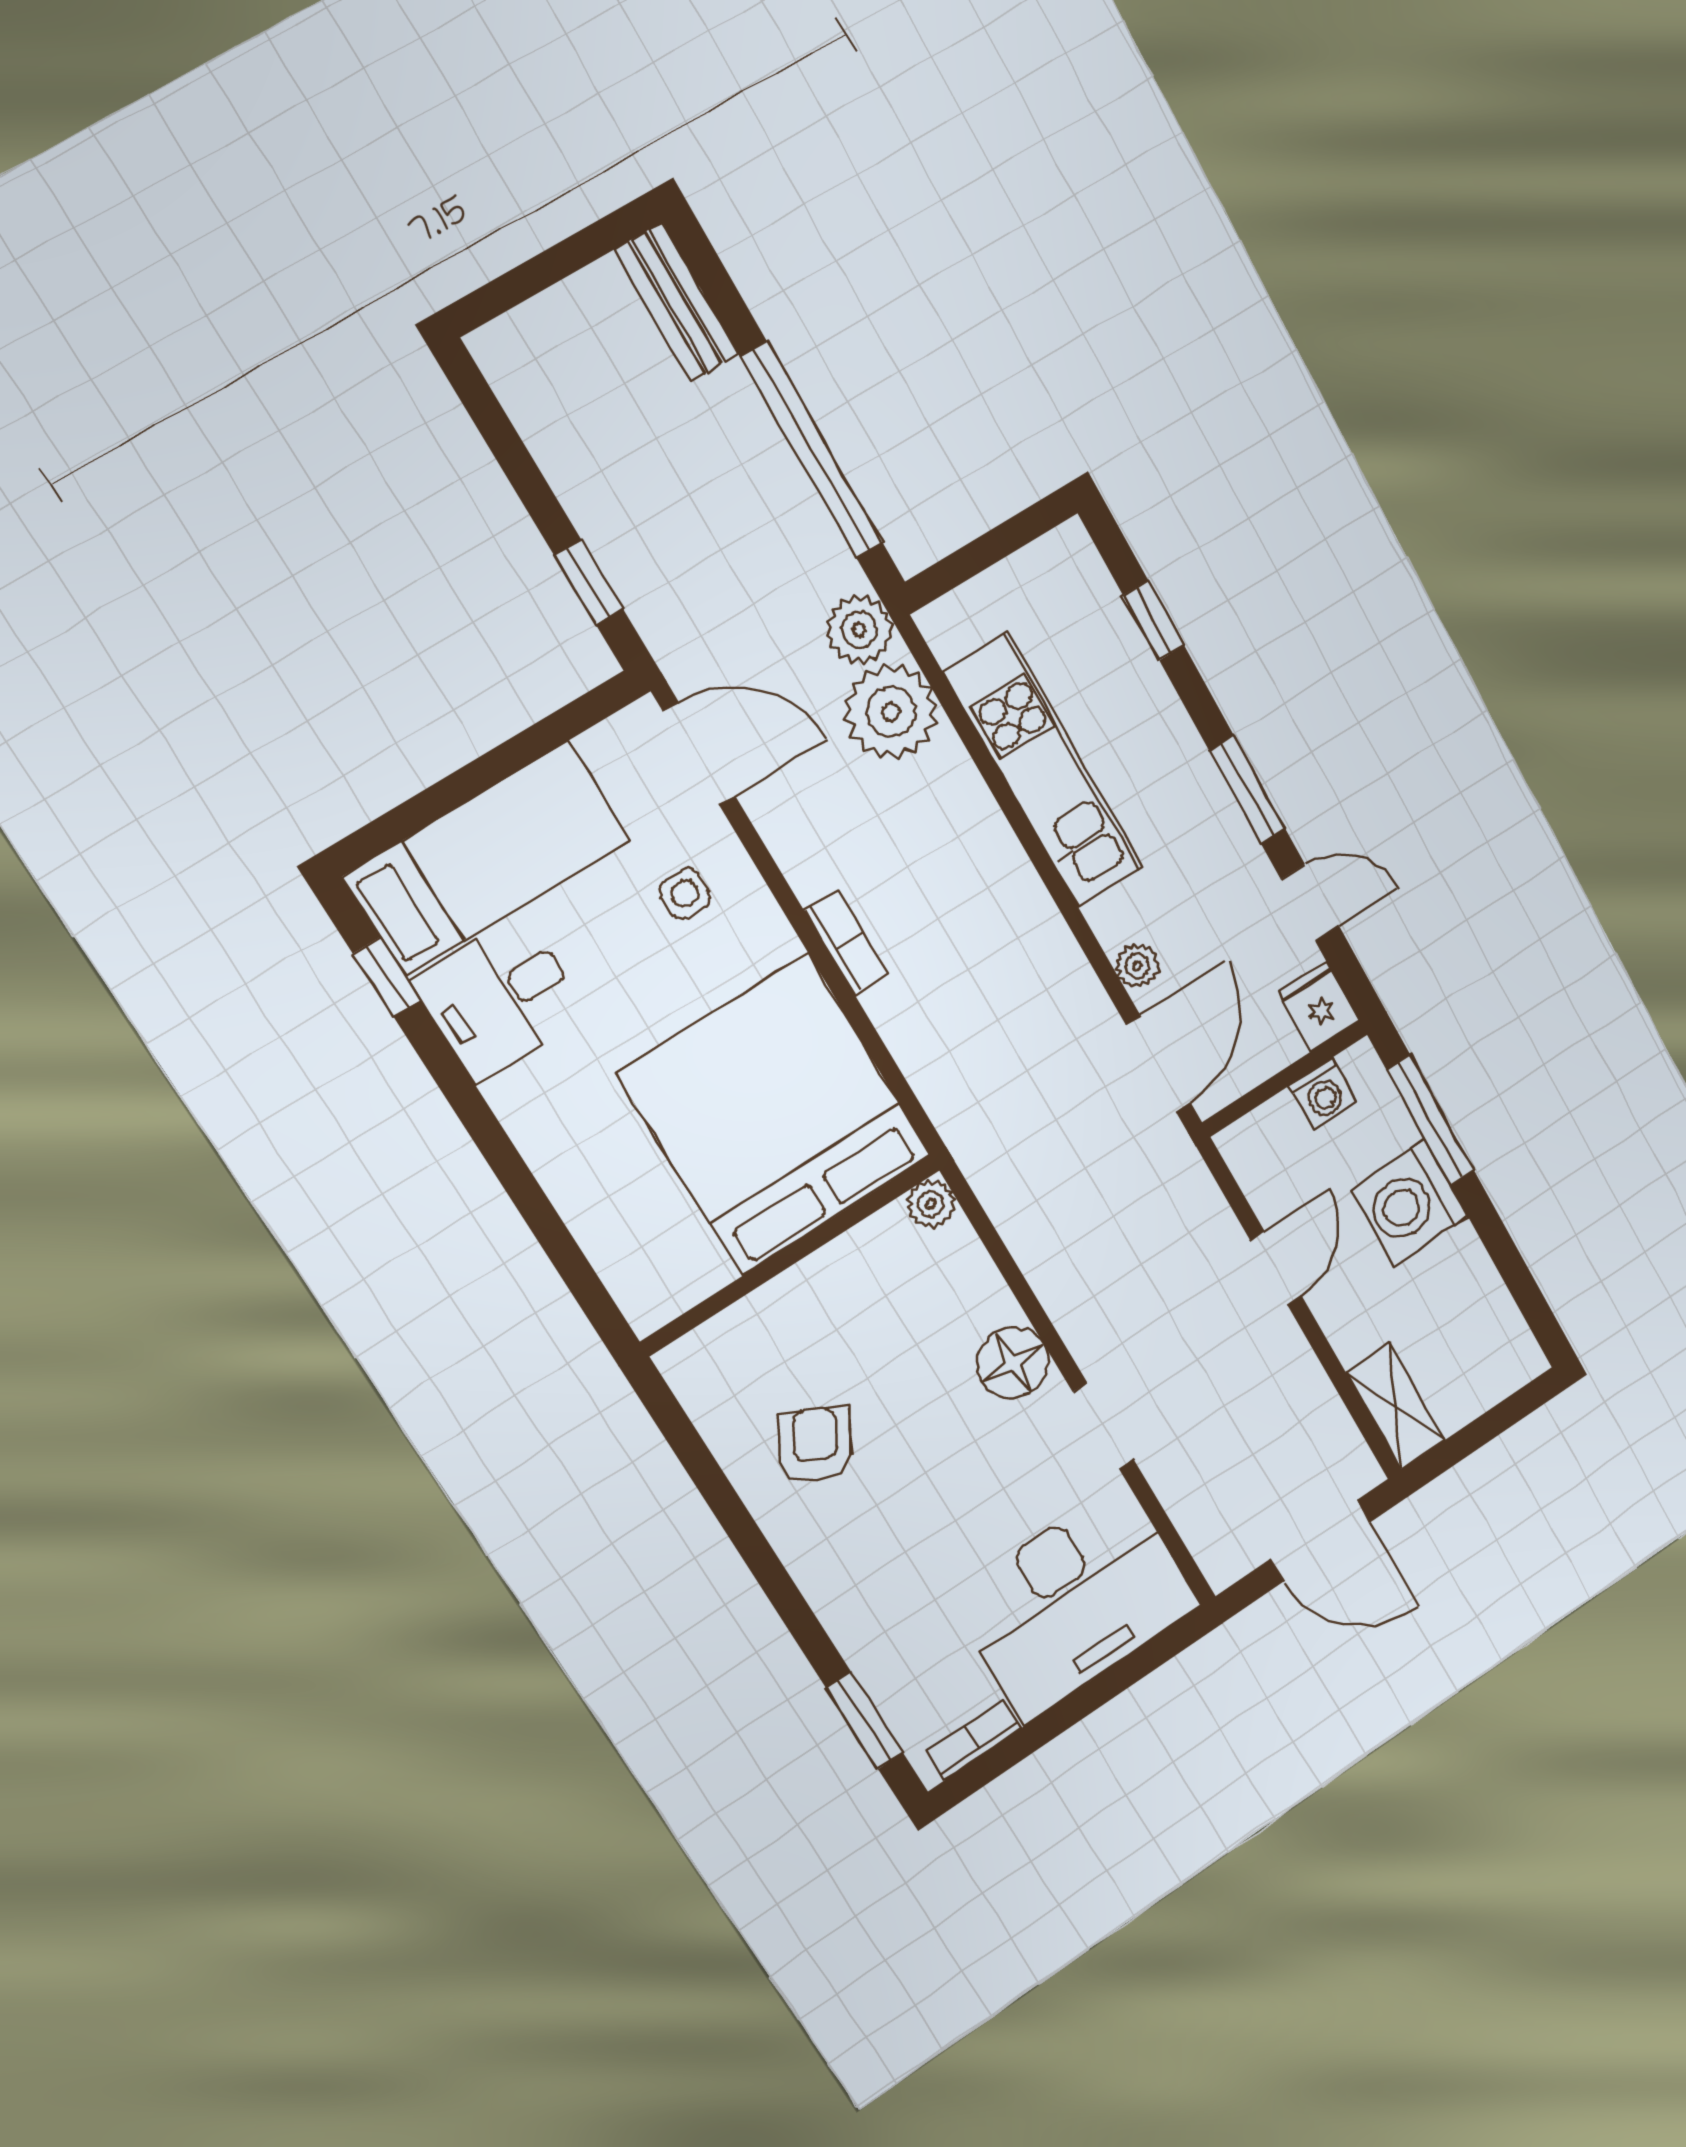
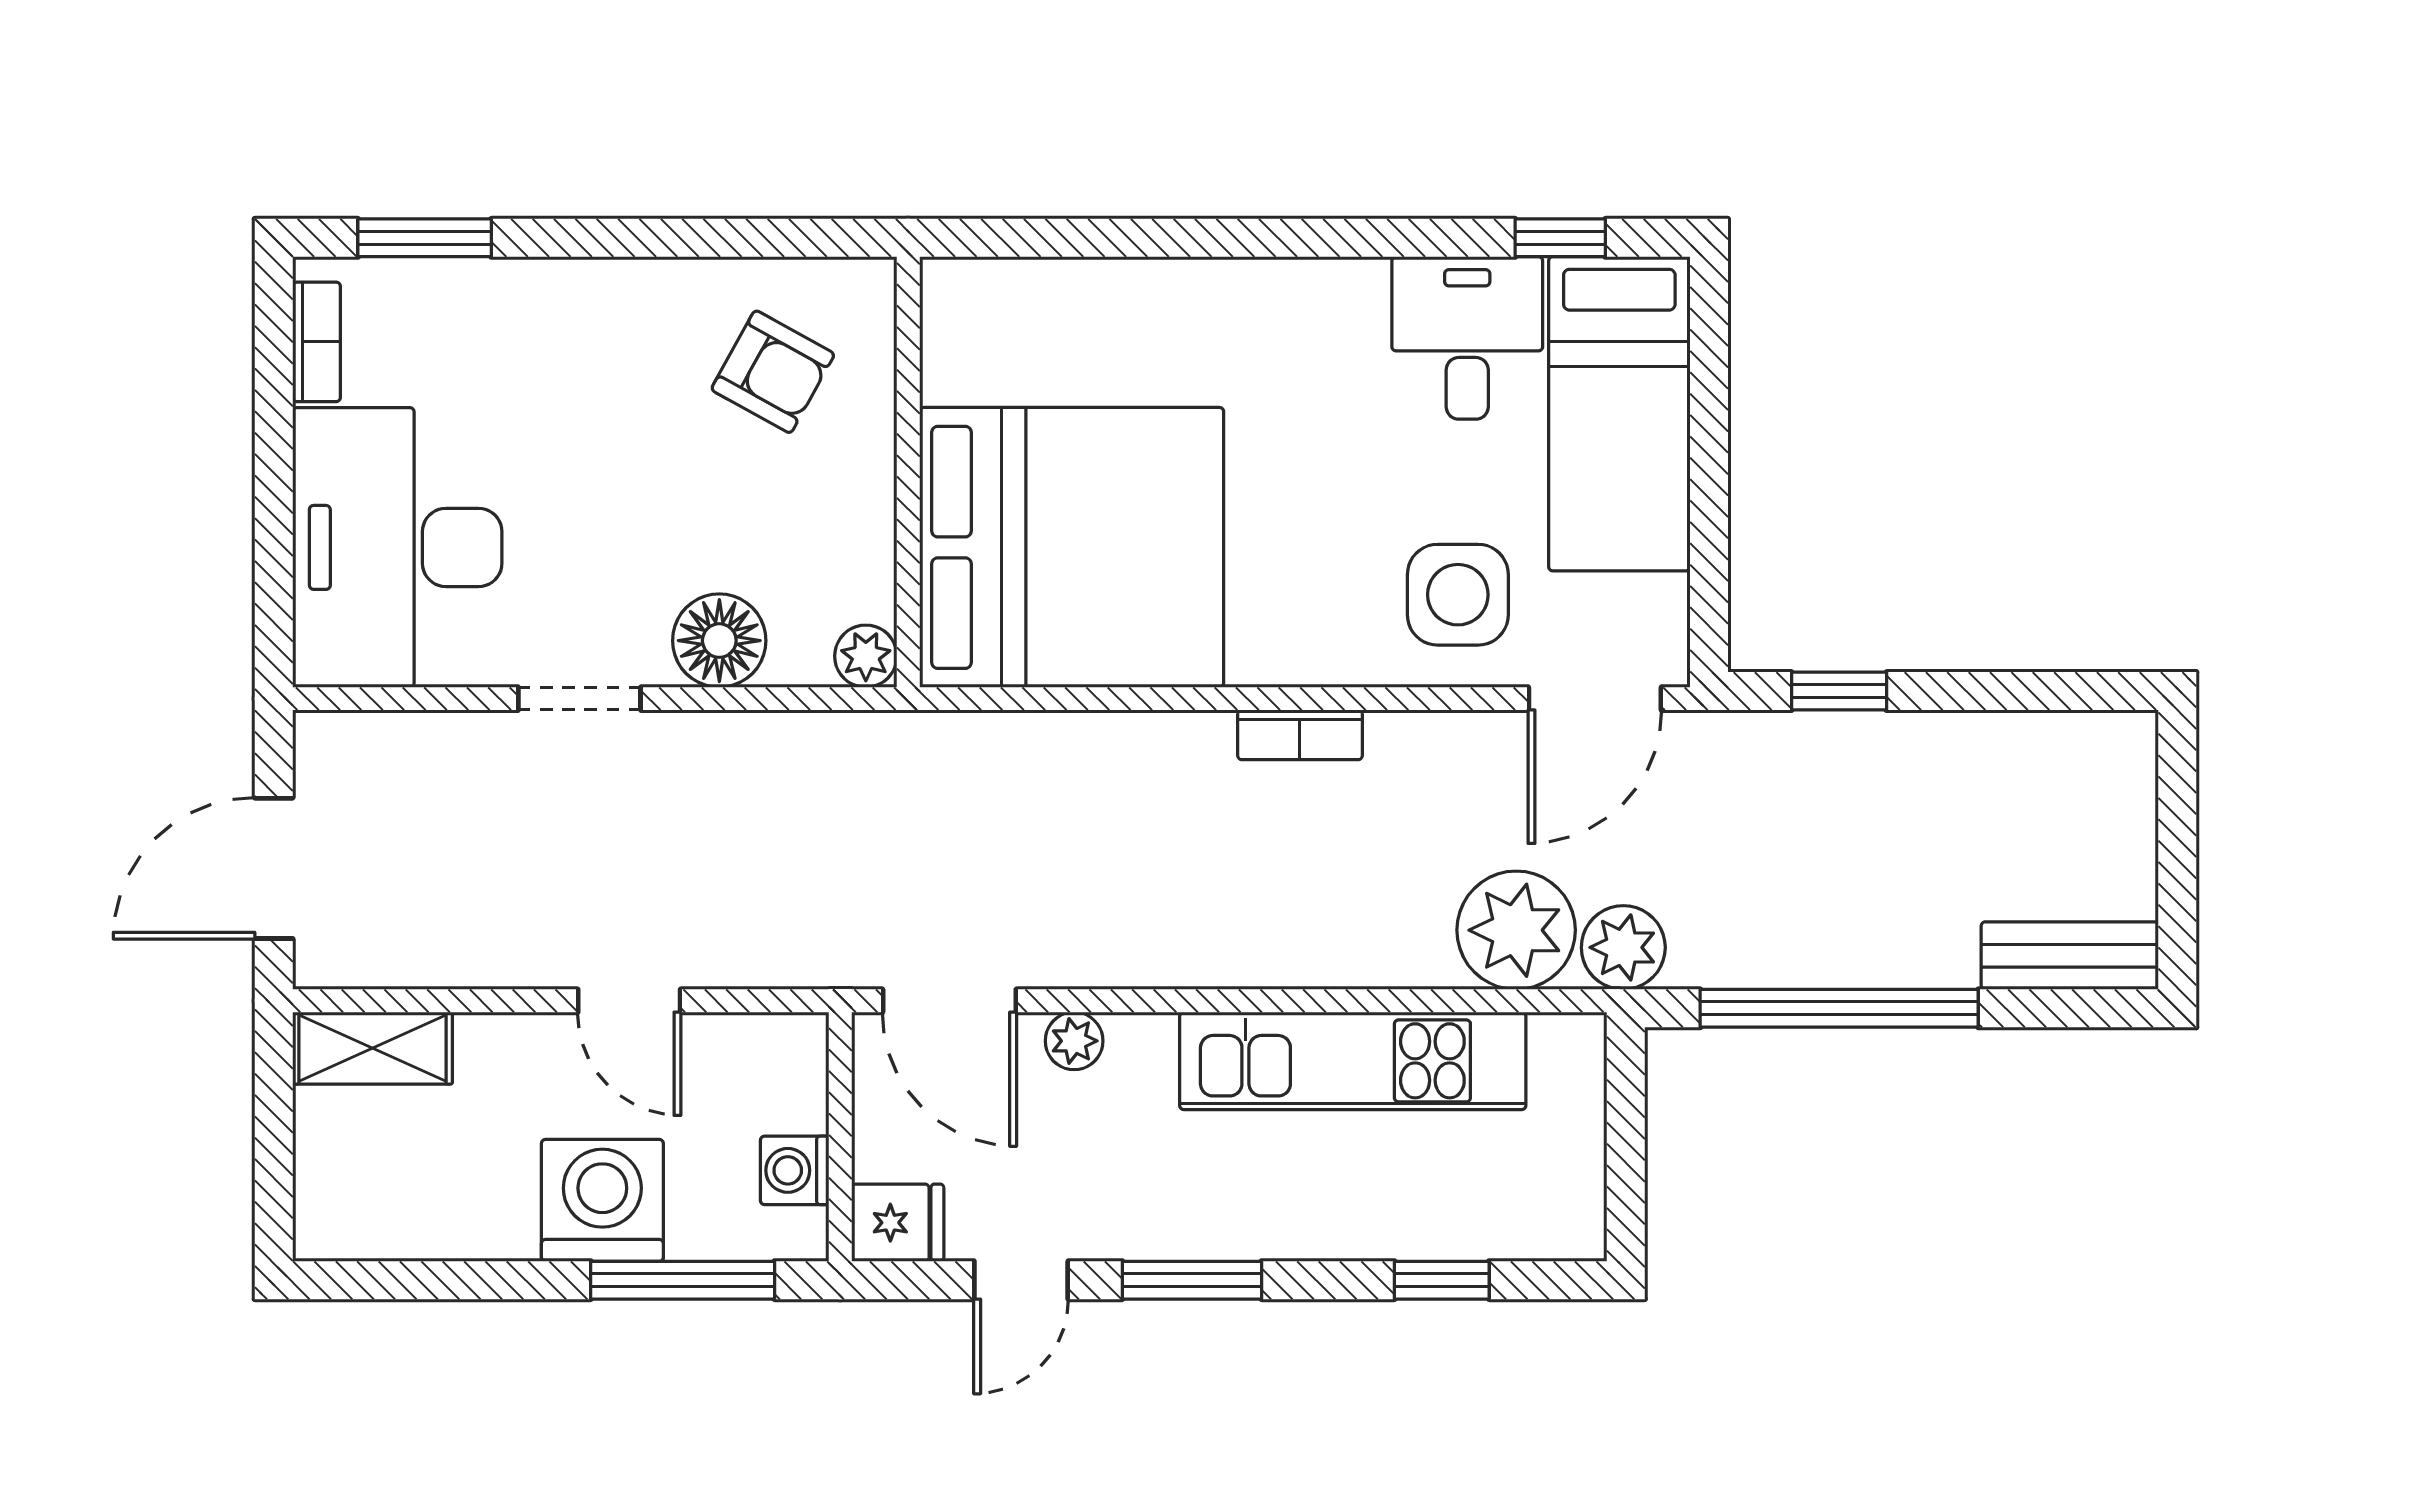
side table: (685, 894) -> (1458, 595), width x1.87, depth x1.87
bed: (775, 1115) -> (1072, 547), moved
plant: (931, 1204) -> (866, 656), moved
wall: (791, 1255) -> (908, 472), moved

